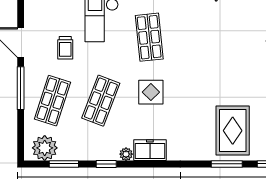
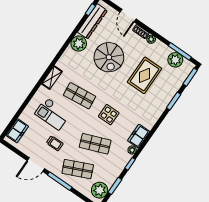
spiral stairs: (226, 41) -> (109, 57), added
shop shelf: (52, 101) -> (78, 169), turned -42
shop shelf: (101, 101) -> (95, 144), turned -42
rug: (233, 131) -> (145, 75), moved, turned 90

